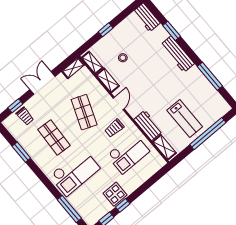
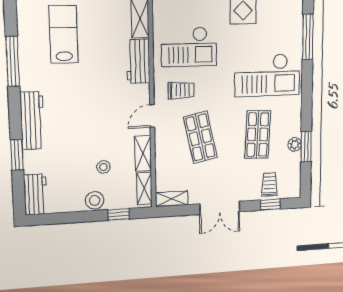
window: (106, 30) -> (119, 214), moved
stool: (114, 37) -> (95, 200), added
shop shelf: (84, 112) -> (200, 137), turned -33
lab bench: (185, 118) -> (64, 34), moved
plant: (29, 148) -> (295, 144), added
checkout: (128, 153) -> (189, 47), turned 180
checkout: (75, 172) -> (267, 75), turned 180

